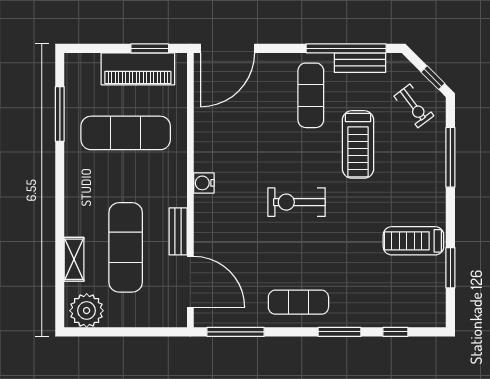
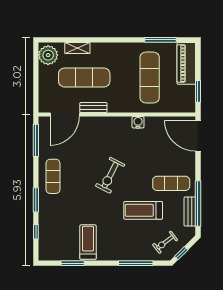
piano: (138, 69) -> (186, 63), moved
water cooler: (204, 183) -> (138, 122), moved
exercise bike: (297, 202) -> (110, 175), turned -153

